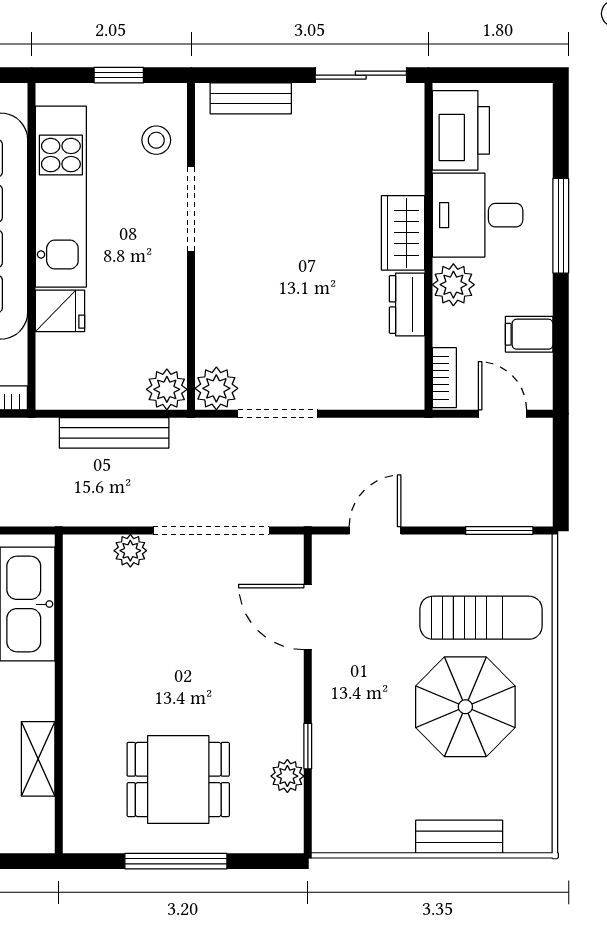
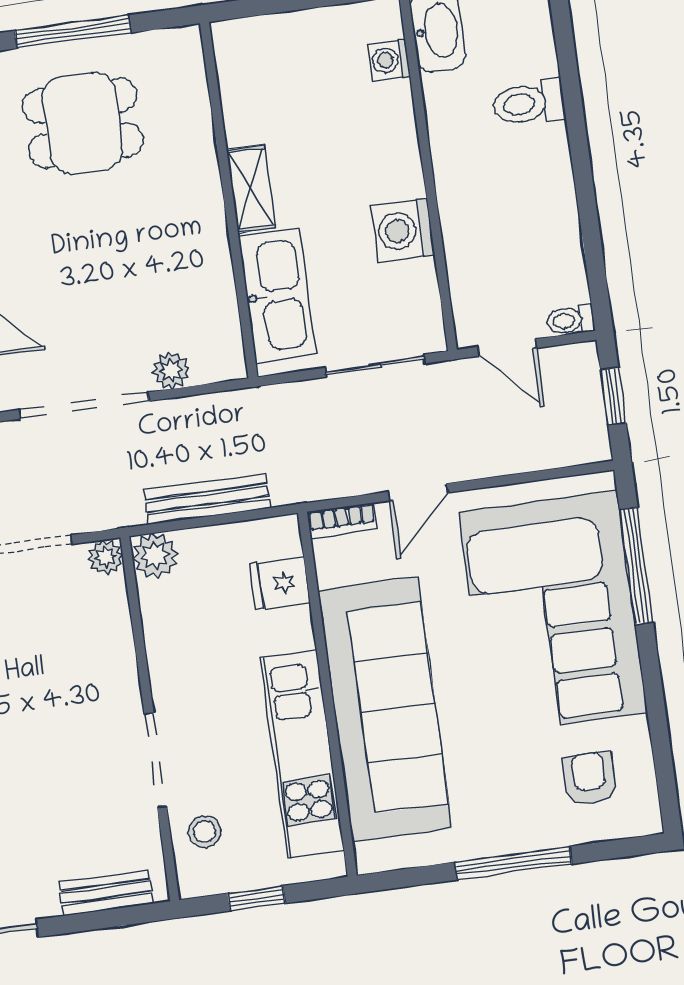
fridge: (60, 311) -> (280, 583), moved
plant: (216, 388) -> (106, 557), width x0.73, depth x0.73
shelving: (38, 759) -> (251, 189), moved

